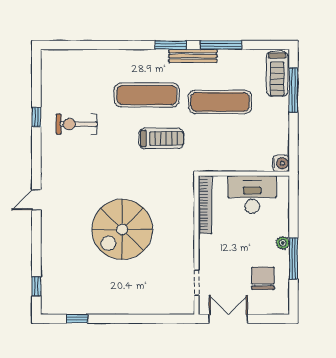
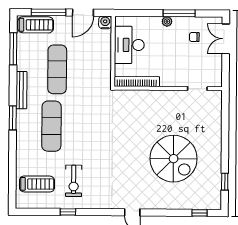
window: (171, 45) -> (13, 118), moved
window: (221, 45) -> (13, 49), moved
door: (293, 135) -> (83, 13), added
treadmill: (161, 138) -> (37, 184), moved, turned 90
spiral stairs: (122, 229) -> (174, 159), moved
chair: (263, 278) -> (194, 37), width x0.54, depth x0.54
double door: (228, 319) -> (226, 39), moved

